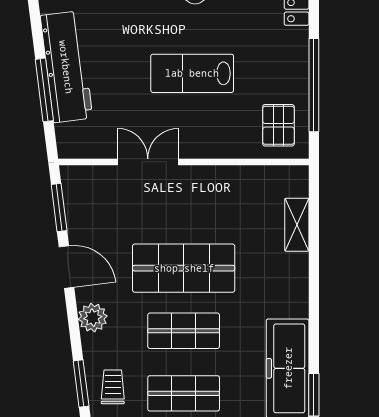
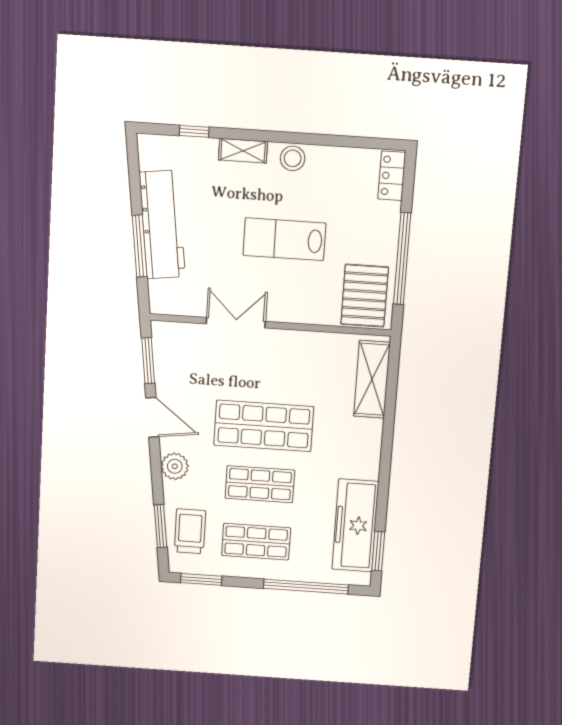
pallet: (278, 125) -> (365, 296), width x1.50, depth x1.42
shelving: (297, 225) -> (372, 379), width x1.50, depth x1.33
trolley: (113, 387) -> (190, 531), width x1.36, depth x1.39

